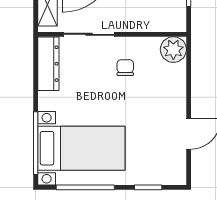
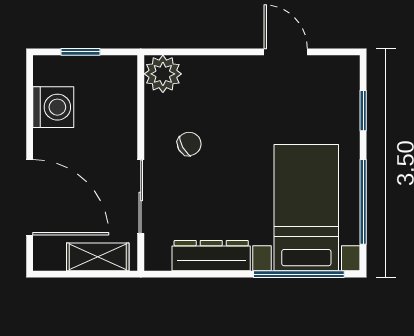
dresser: (48, 64) -> (211, 256), moved
chair: (125, 68) -> (189, 144), turned 151

